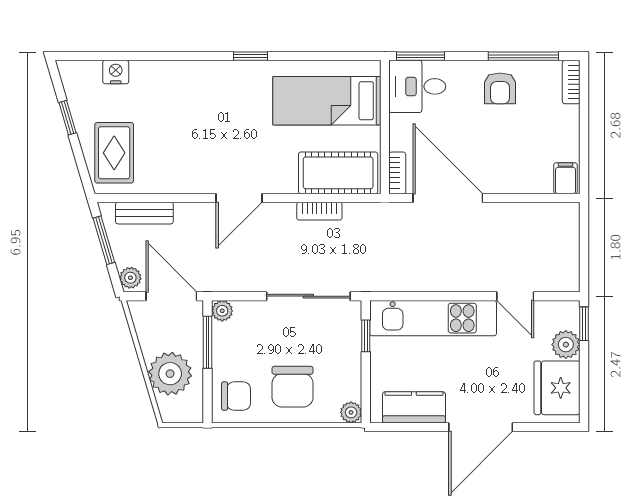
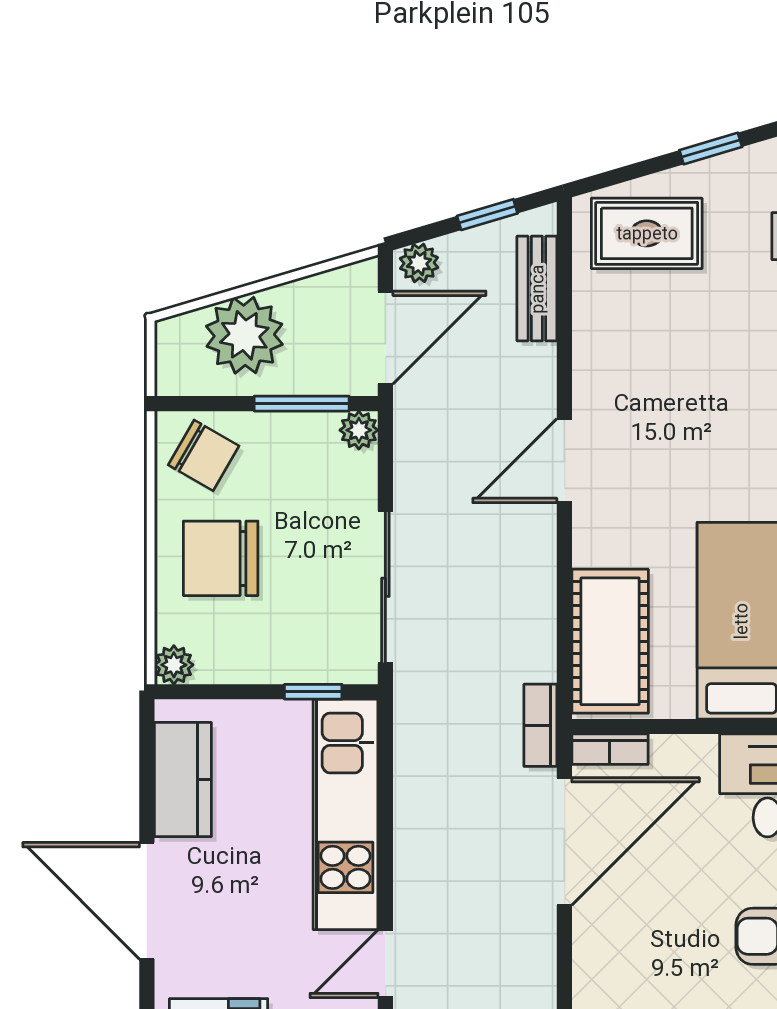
door: (239, 198) -> (564, 461), hinge flipped
bookcase: (319, 211) -> (540, 725), moved
window: (104, 240) -> (487, 215), width x0.67
chair: (236, 396) -> (204, 455), turned -60

